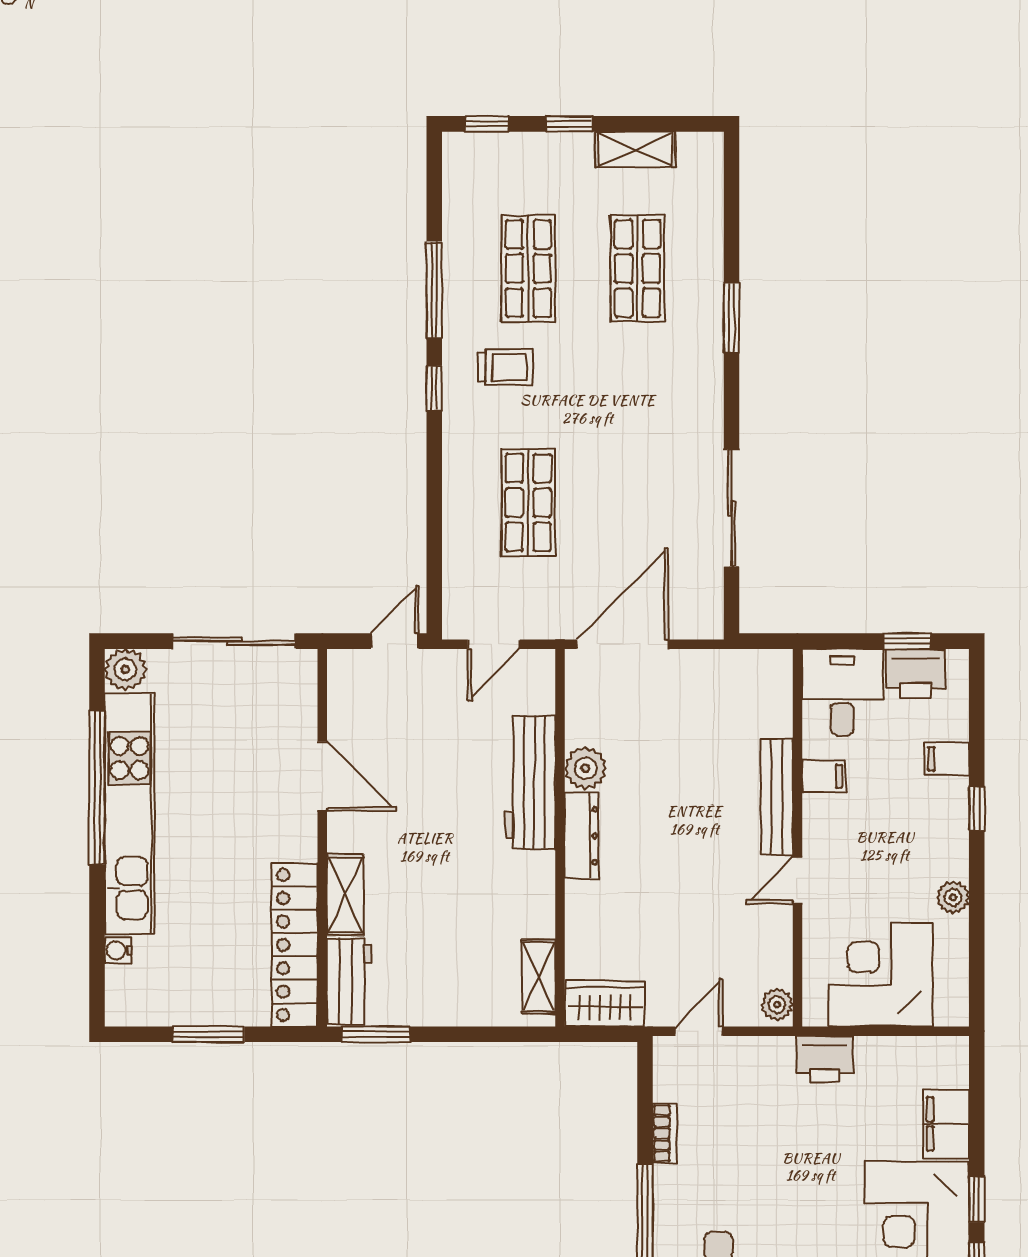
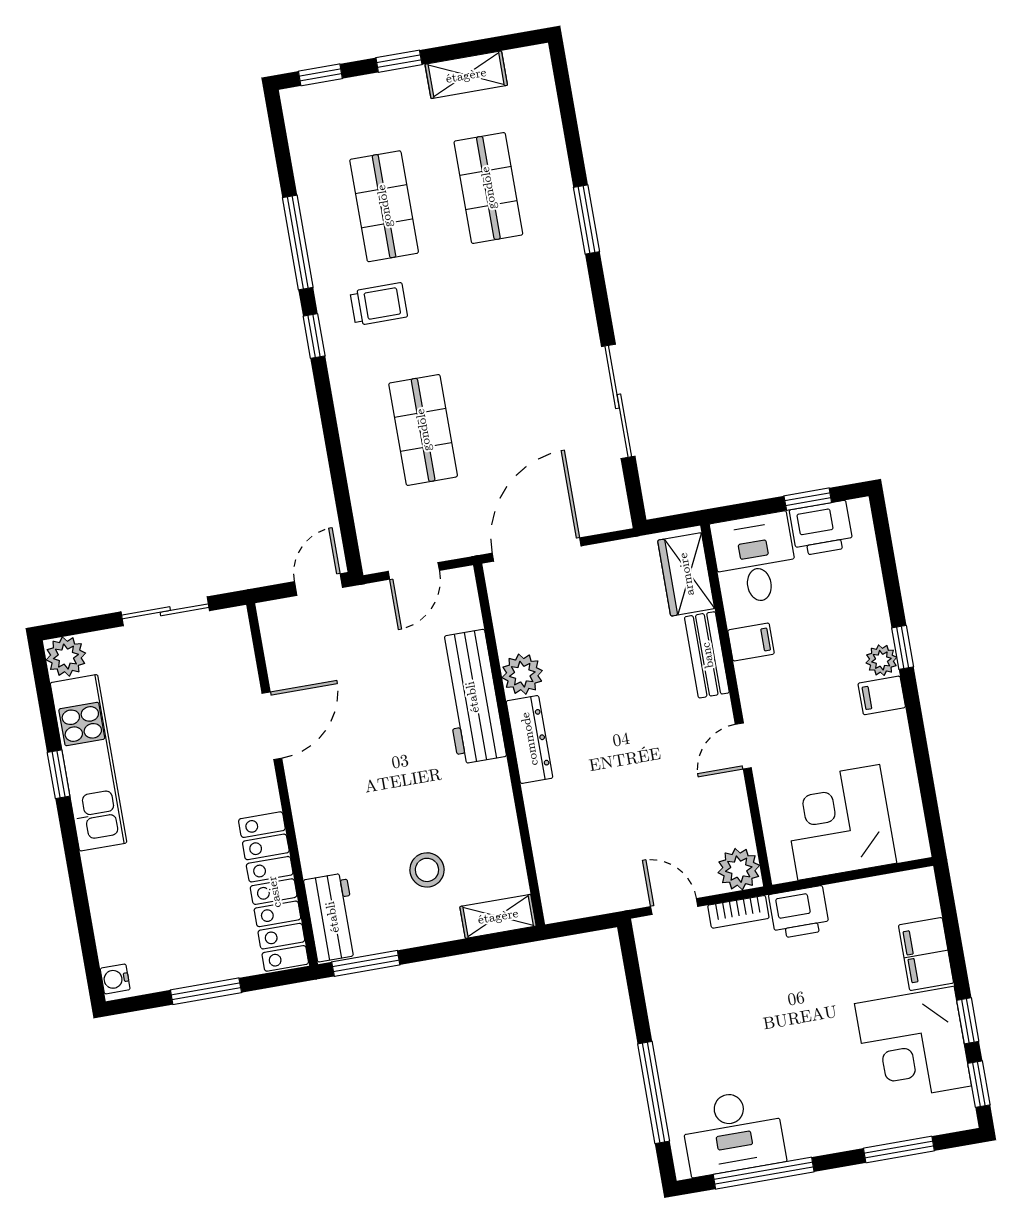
sliding door: (234, 641) -> (165, 611), width x0.73
filing cabinet: (947, 759) -> (882, 695), moved
door: (322, 776) -> (272, 726), hinge flipped
window: (97, 788) -> (59, 774), width x0.32
bench: (777, 797) -> (707, 655), width x0.73
kitchen unit: (130, 813) -> (89, 763), width x0.73
shelving: (345, 895) -> (314, 835), removed
plant: (953, 897) -> (881, 660), moved
water cooler: (118, 950) -> (115, 979), moved
stool: (454, 950) -> (427, 870), added
shelving: (539, 976) -> (498, 916), moved, turned 90
wardrobe: (605, 1004) -> (686, 574), moved, turned -90
plant: (777, 1005) -> (739, 869), width x1.38, depth x1.38
door: (699, 1031) -> (674, 907), hinge flipped
bookcase: (665, 1133) -> (738, 912), moved, turned 90

